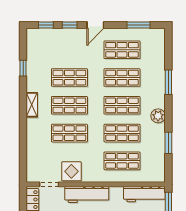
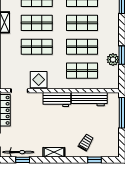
plant: (158, 116) -> (113, 60), moved
workbench: (87, 194) -> (57, 99), width x0.73
workbench: (144, 194) -> (89, 99), moved

